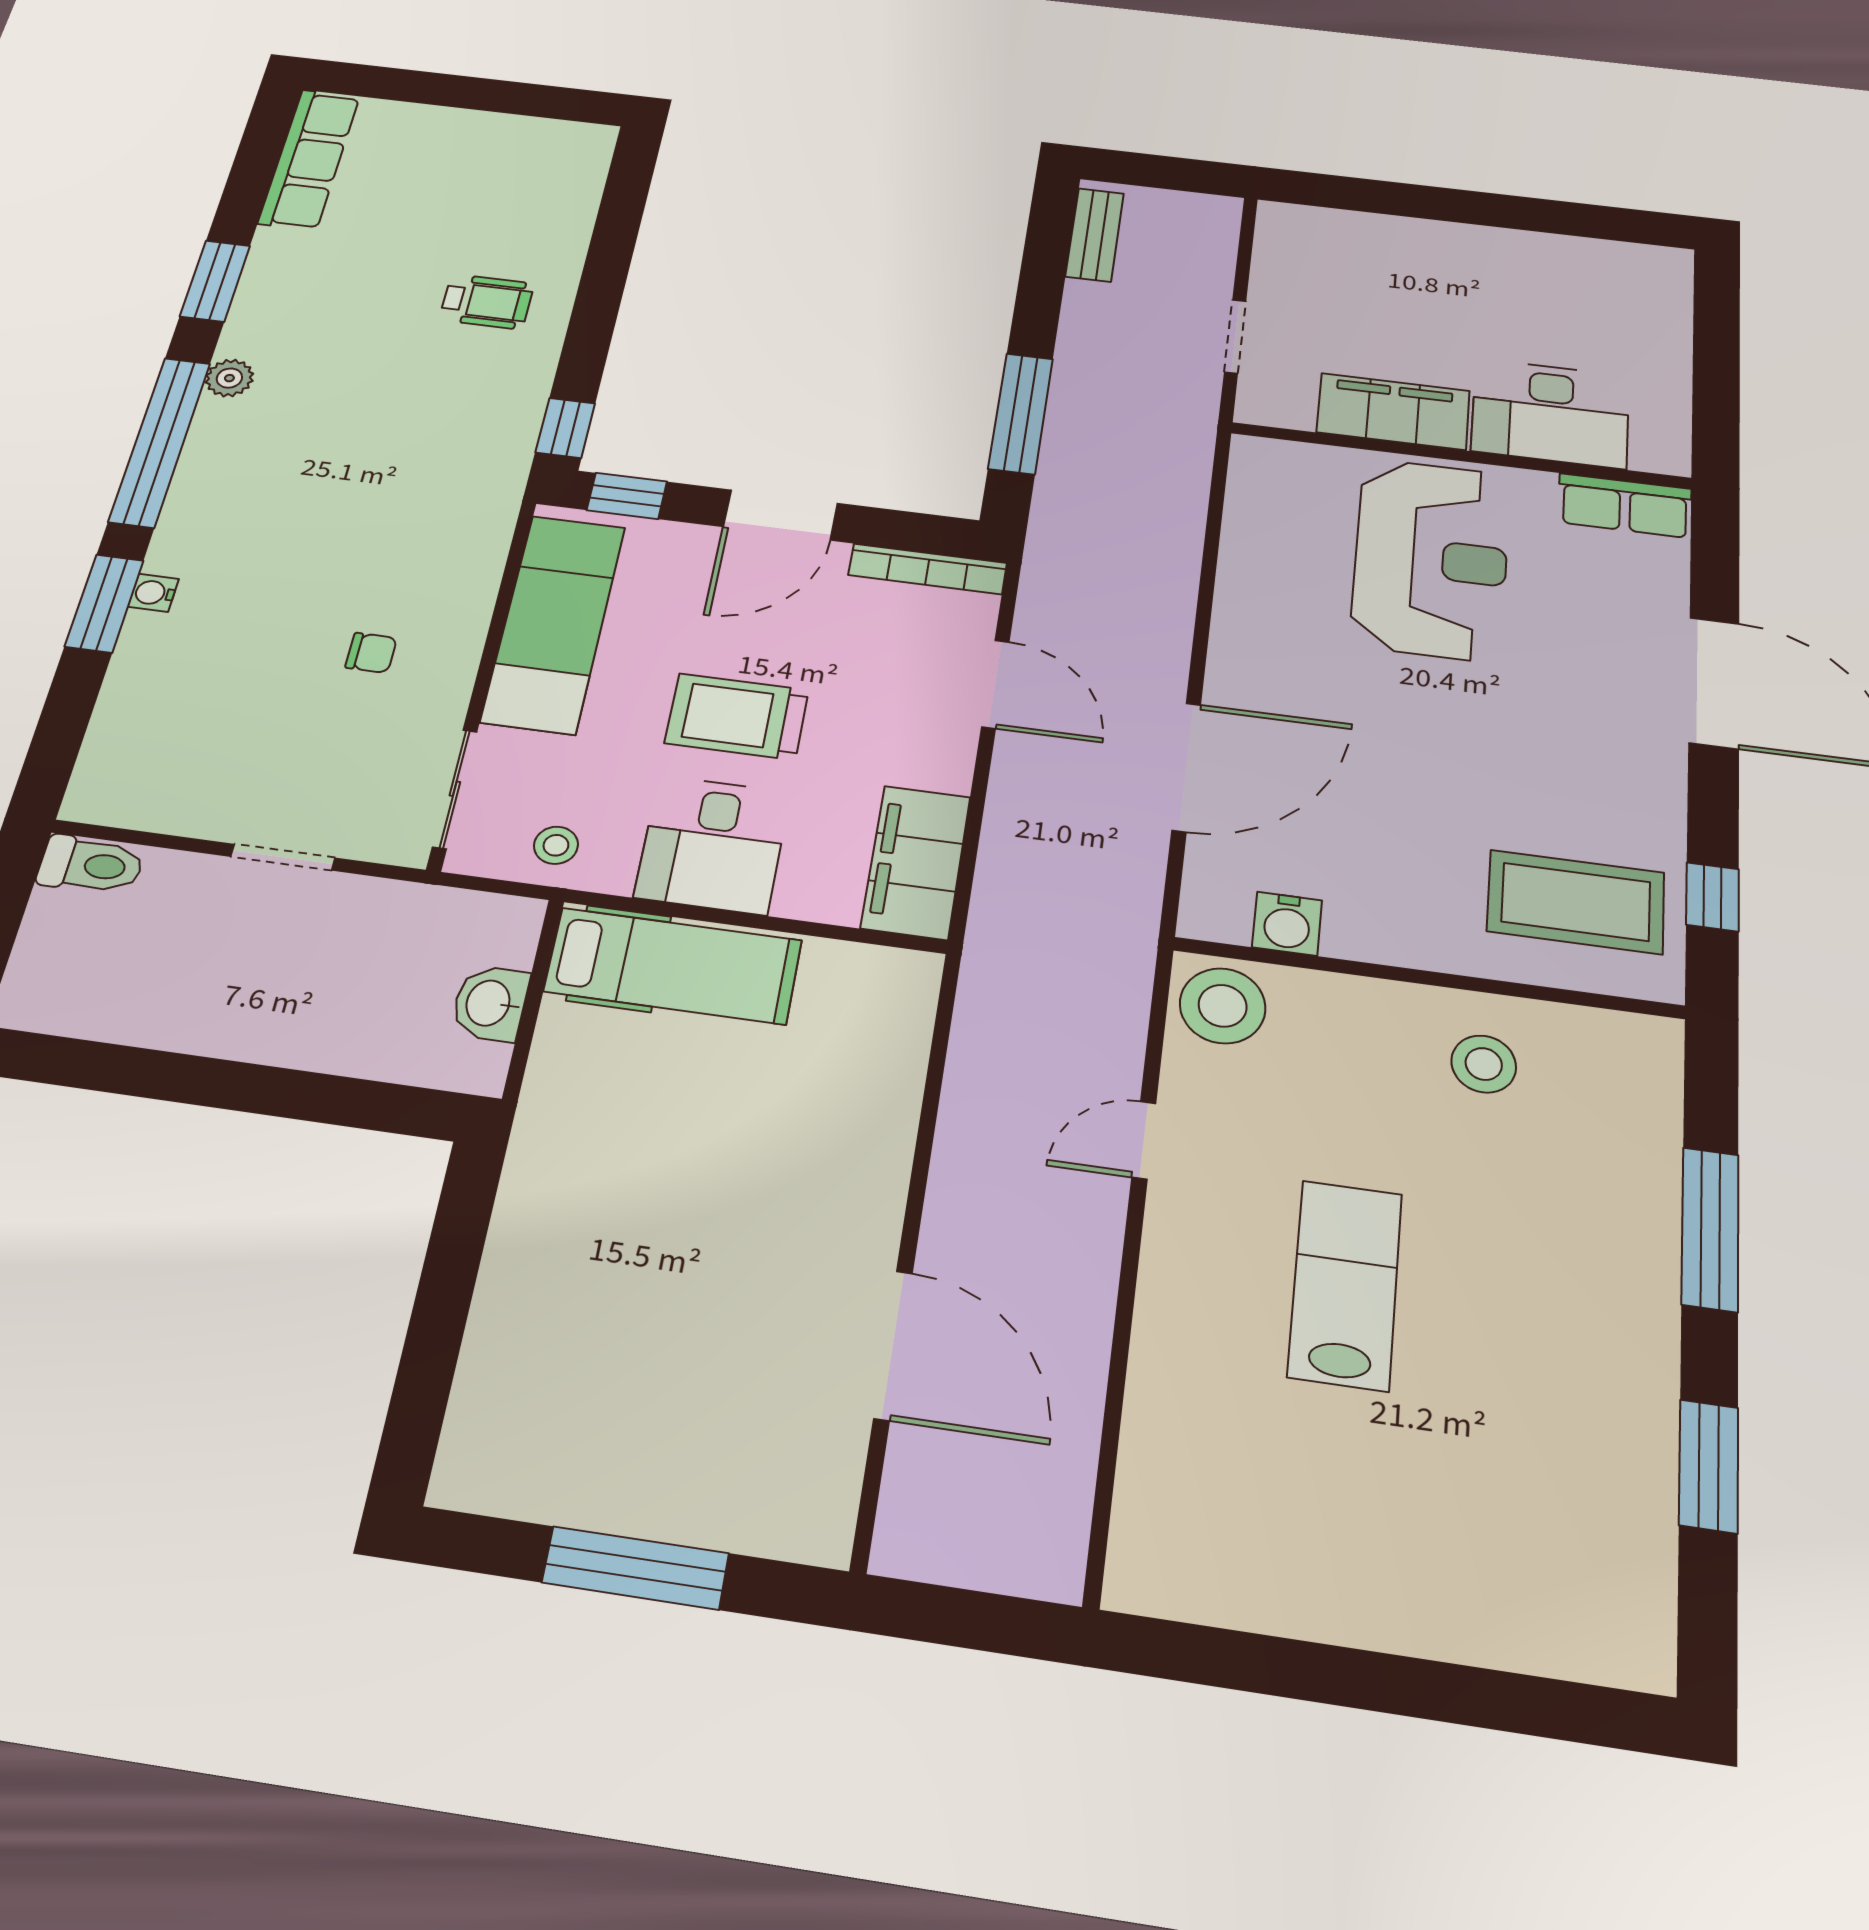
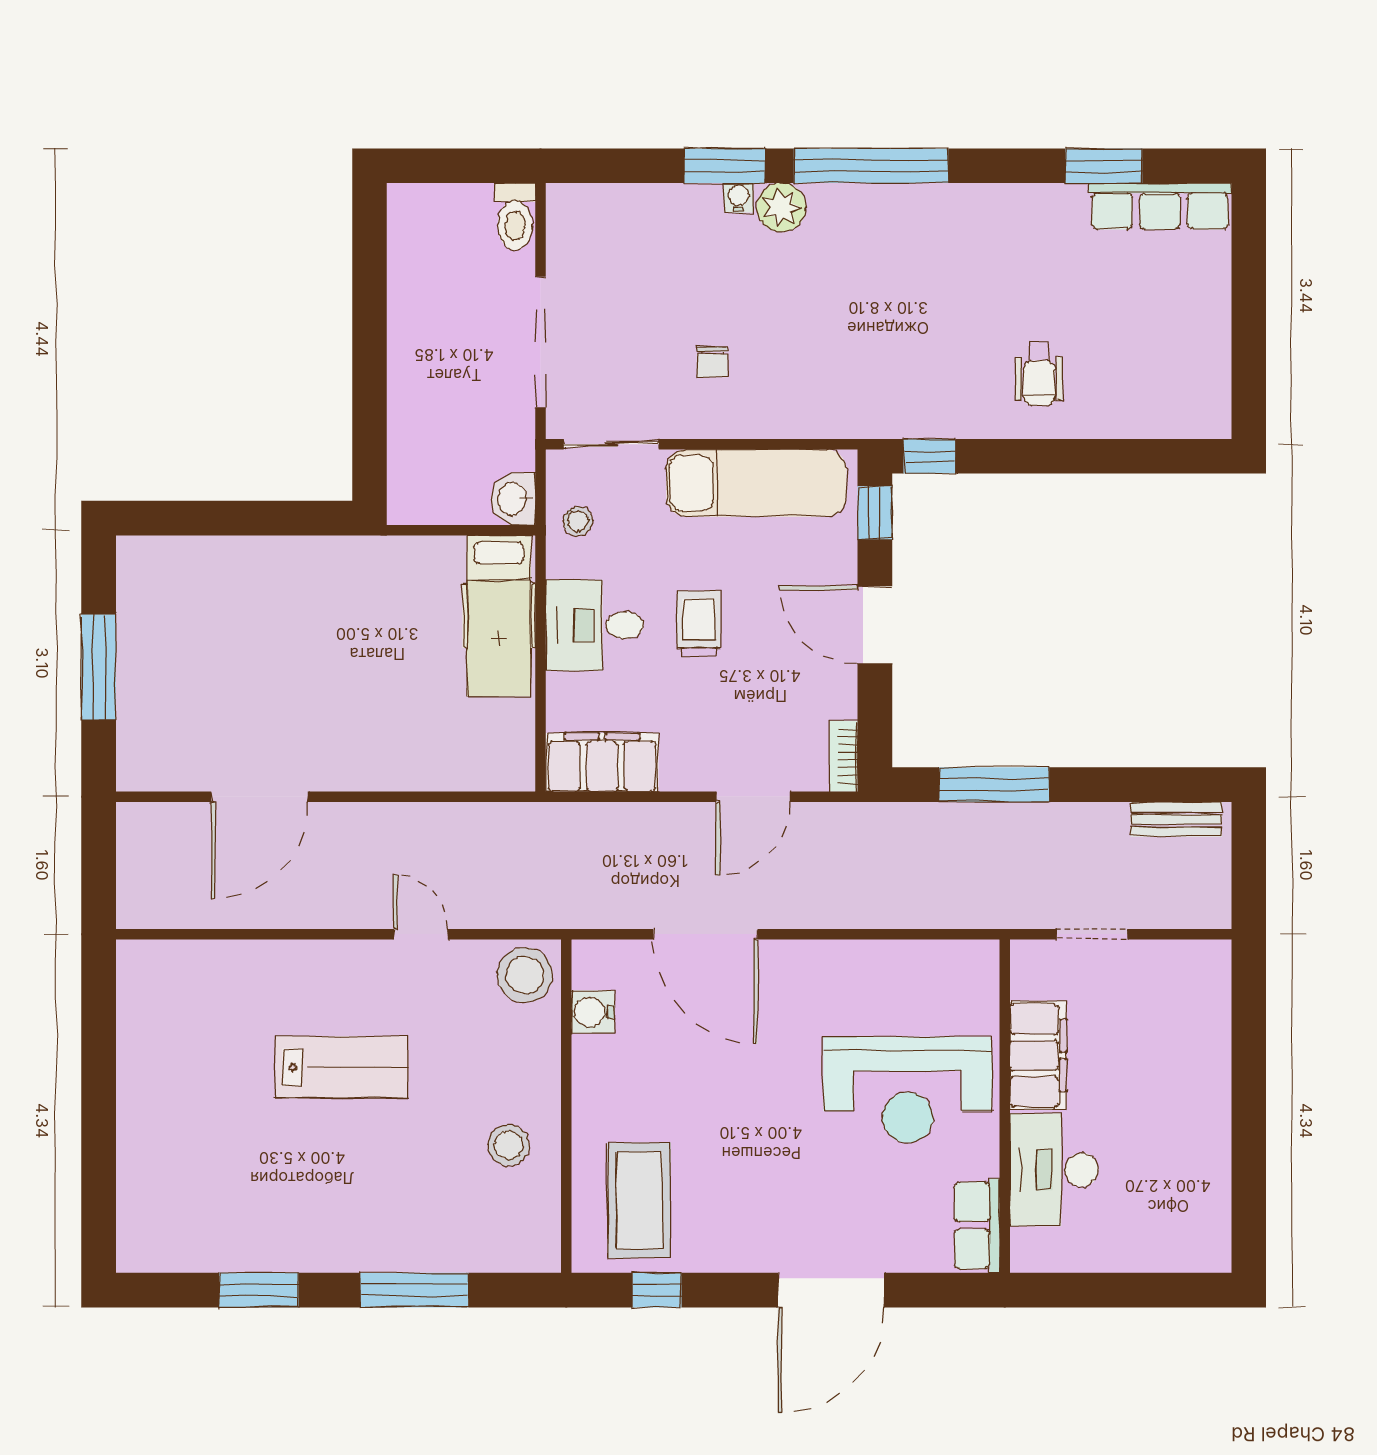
window: (215, 281) -> (1104, 166), moved
plant: (229, 378) -> (781, 207), moved, width x1.38, depth x1.38
bookcase: (928, 569) -> (844, 756), width x0.64
trolley: (737, 717) -> (699, 624), width x0.73, depth x0.72
doorway: (283, 857) -> (540, 342), width x1.87
washbasin: (490, 1003) -> (513, 499), moved, turned -90

